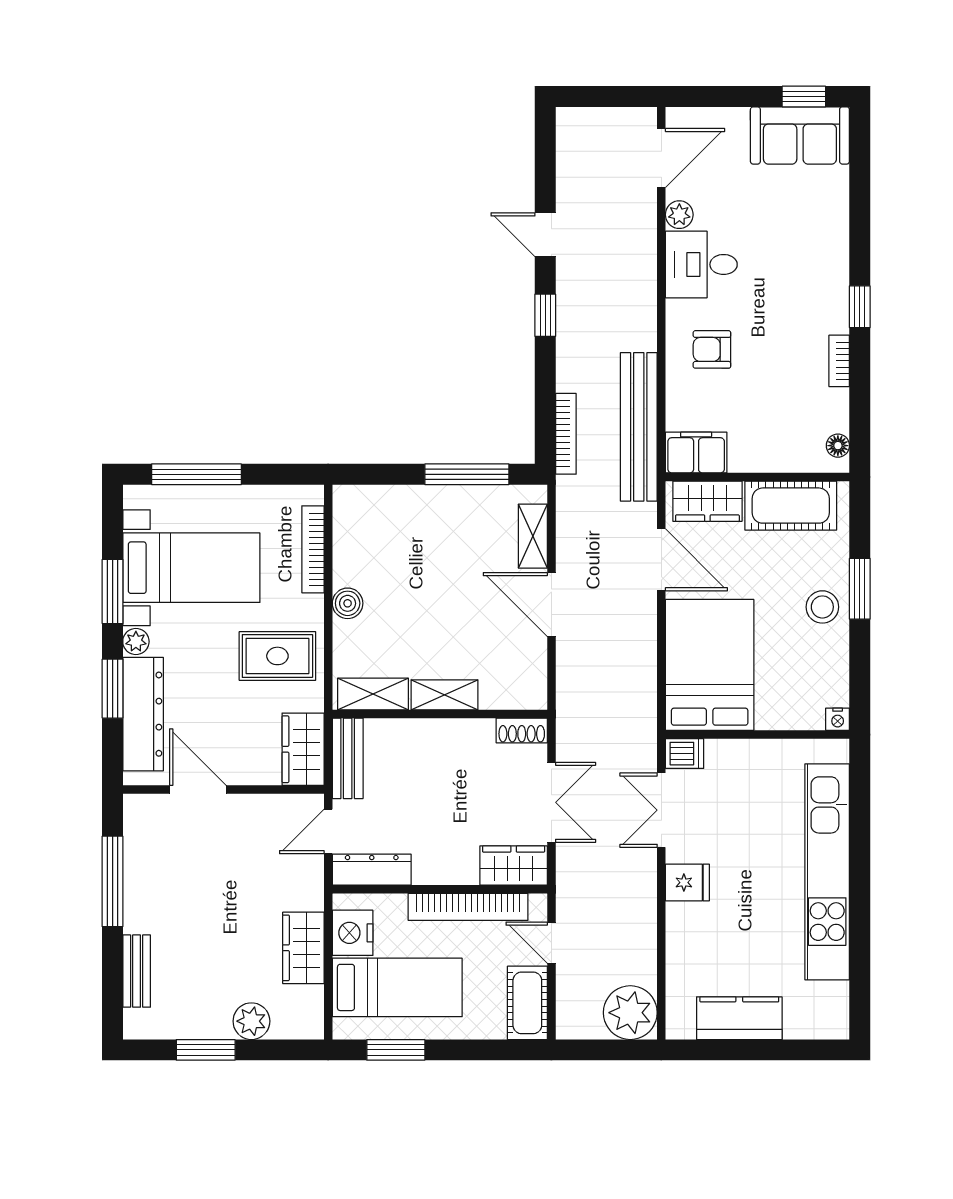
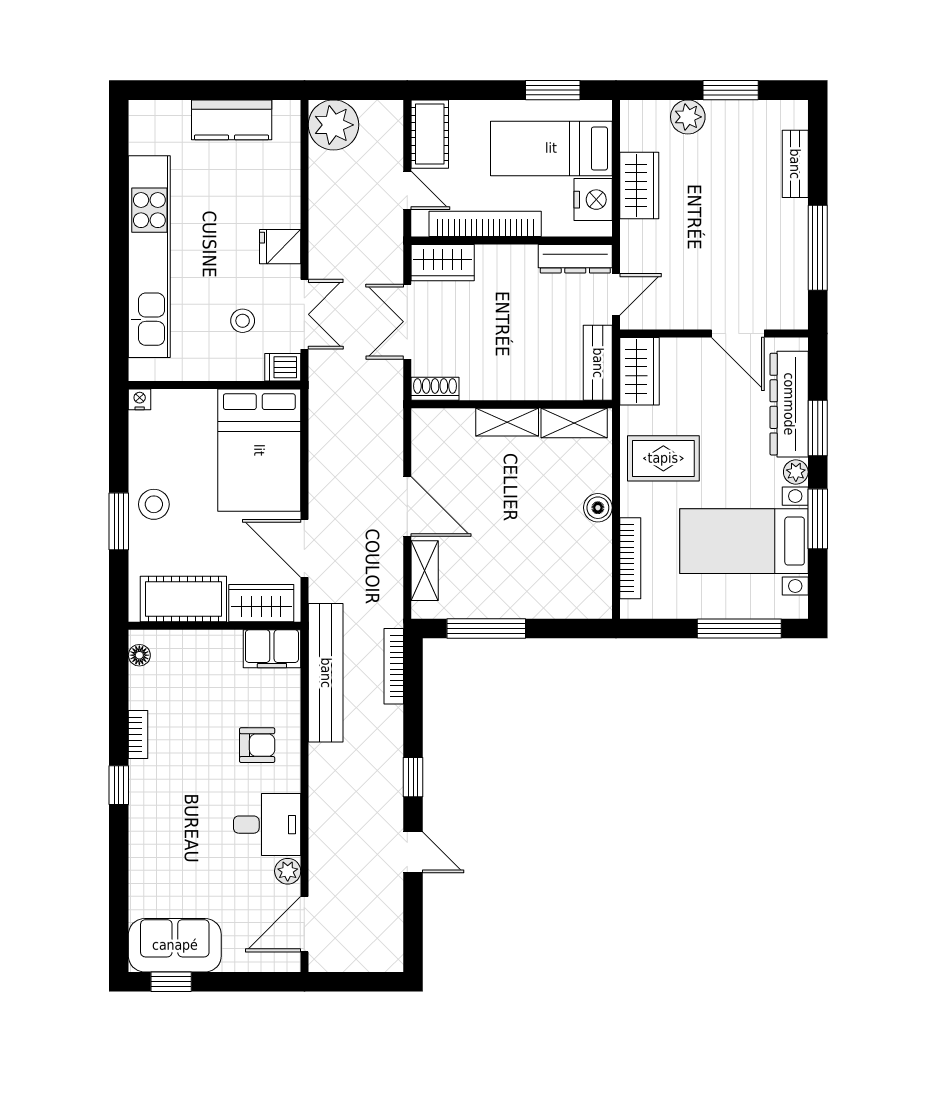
stool: (727, 803) -> (243, 321), added

